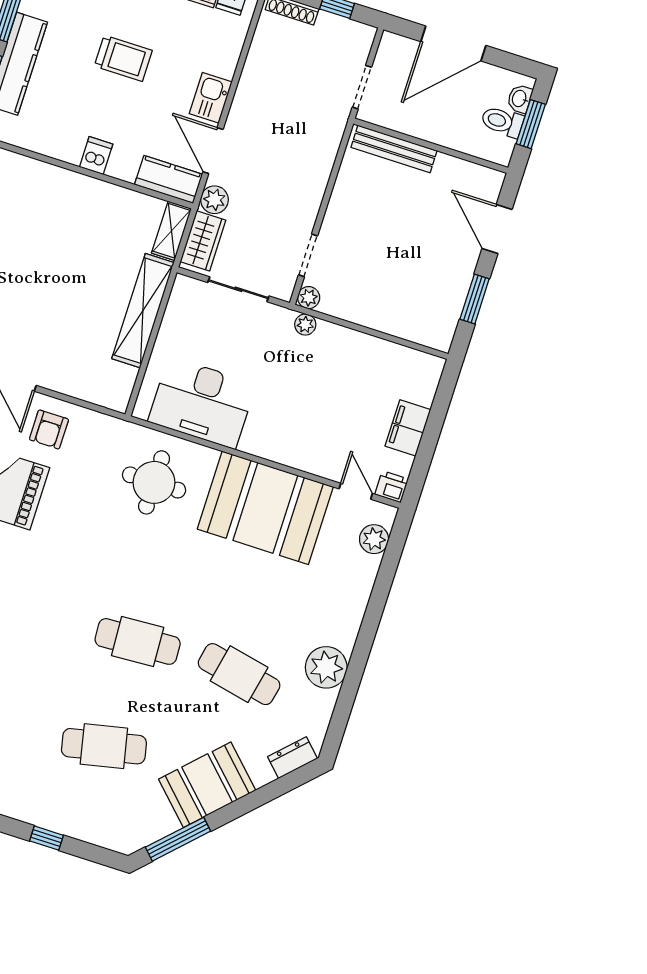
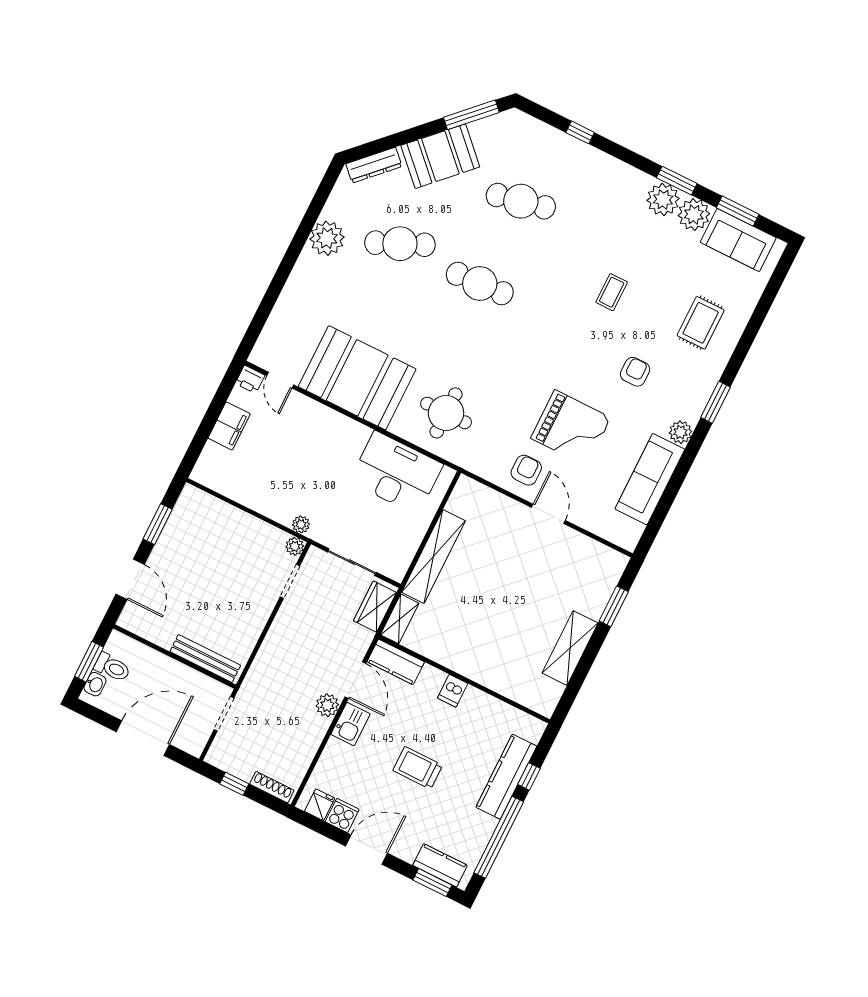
plant: (214, 200) -> (327, 705), moved
plant: (374, 539) -> (271, 338), removed
cafe table: (239, 674) -> (400, 244), turned -36
dresser: (293, 758) -> (374, 165), width x1.44

